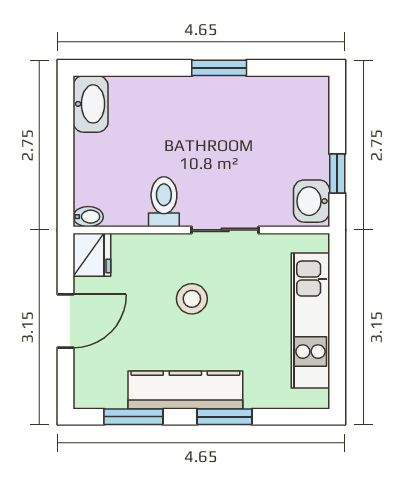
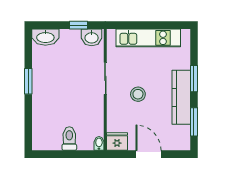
washbasin: (91, 104) -> (45, 37), moved, turned 180
toilet: (164, 202) -> (69, 139), moved, turned 90

